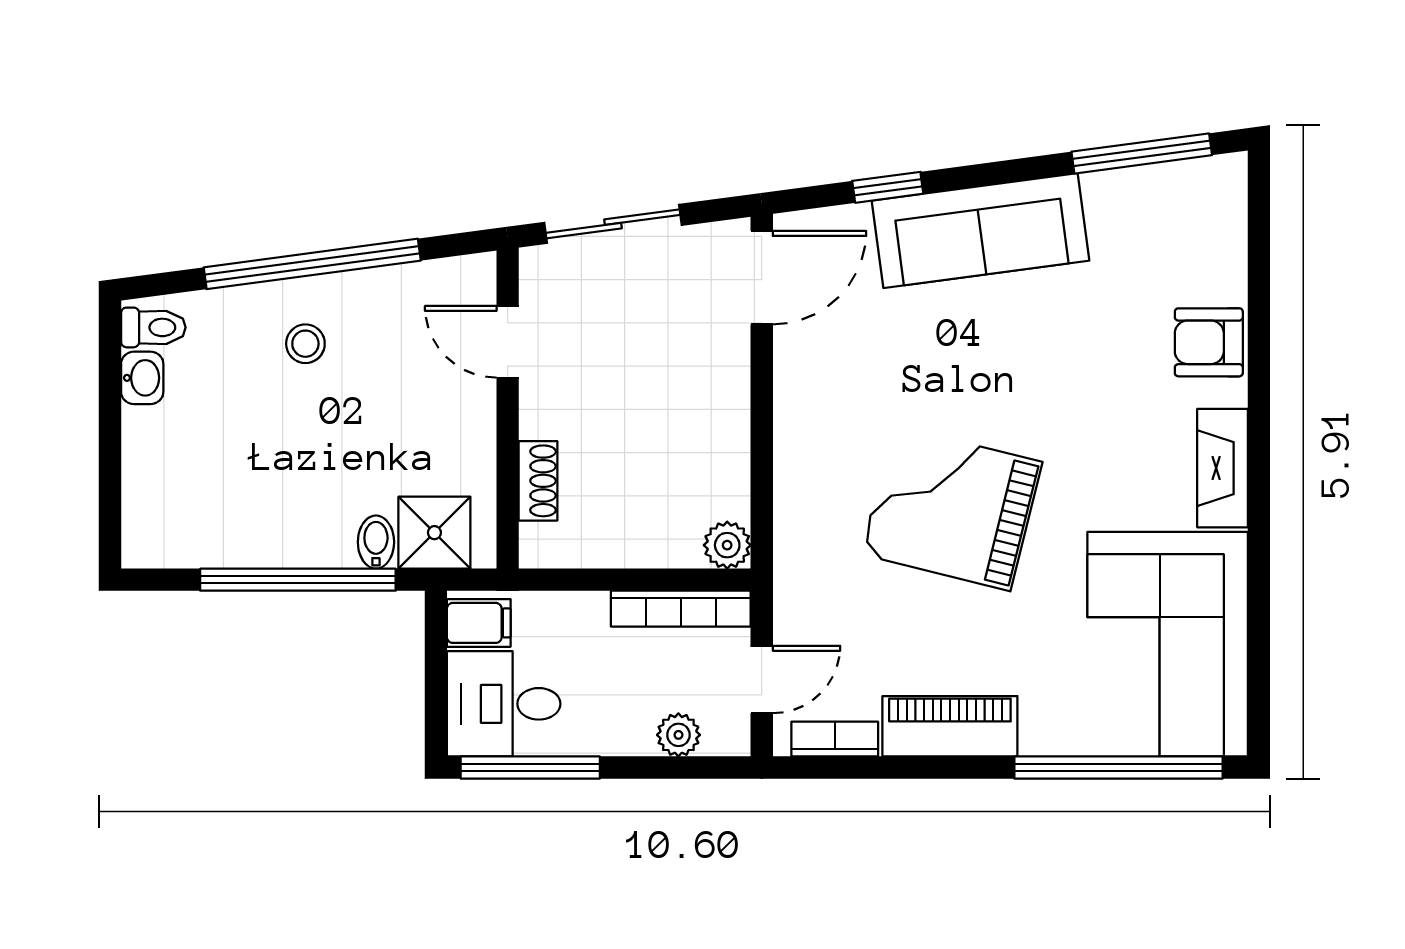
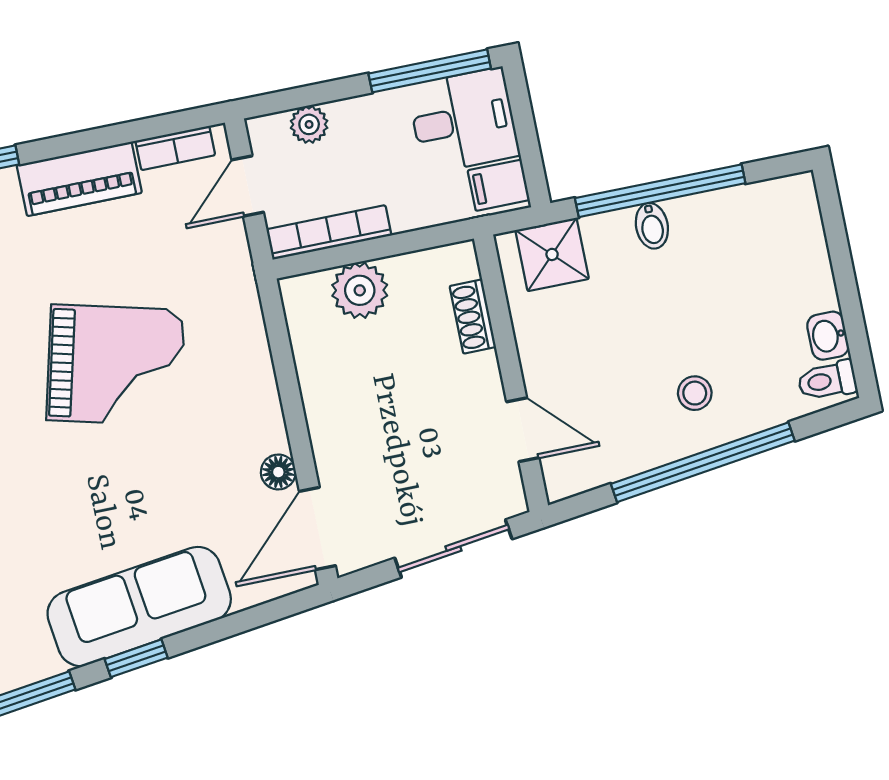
window: (888, 187) -> (136, 658), moved
floor lamp: (793, 350) -> (278, 472), added
bidet: (376, 542) -> (652, 226), moved
plant: (727, 545) -> (360, 290), moved, width x1.38, depth x1.38

